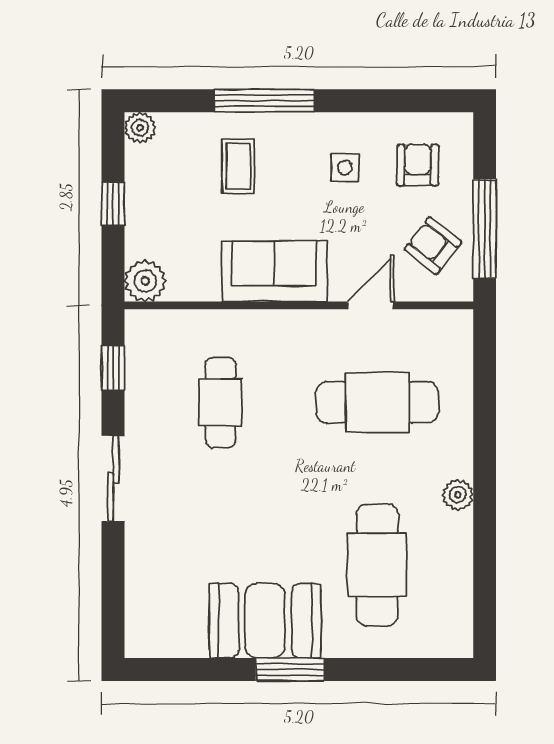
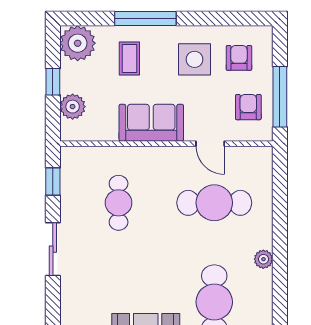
plant: (140, 128) -> (78, 43), width x1.87, depth x1.87
side table: (345, 168) -> (194, 59), width x1.87, depth x1.87
armchair: (433, 246) -> (248, 107), turned 52
plant: (145, 281) -> (73, 107), moved
door: (370, 305) -> (210, 144), swing flipped

